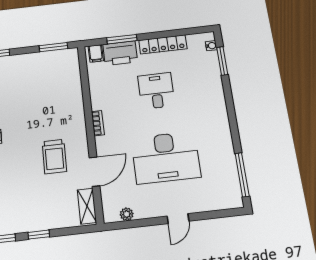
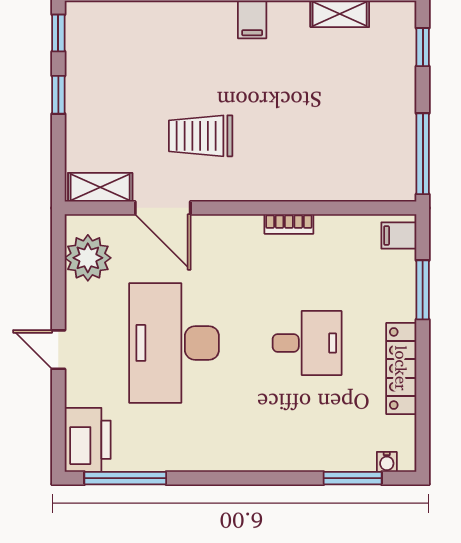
window: (54, 47) -> (423, 154), width x1.44
printer: (120, 53) -> (88, 440), moved, turned 180
bookcase: (98, 123) -> (289, 224), moved
plant: (127, 214) -> (88, 258), width x1.87, depth x1.87

